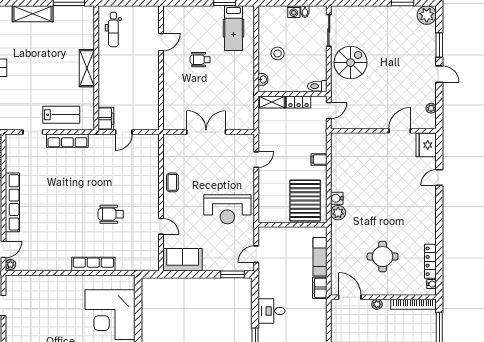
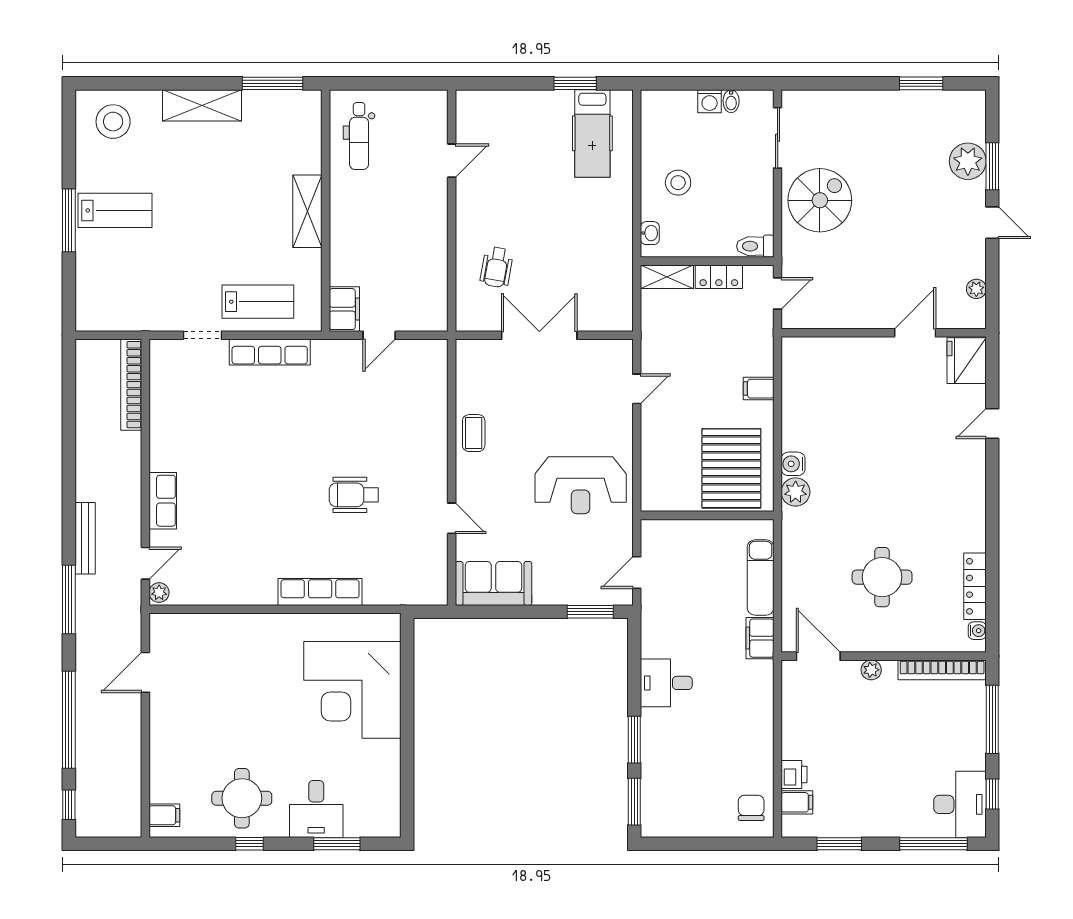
plant: (427, 15) -> (968, 161), moved
wheelchair: (200, 60) -> (497, 267), moved, turned -80
row of seats: (12, 202) -> (163, 501), width x0.50

